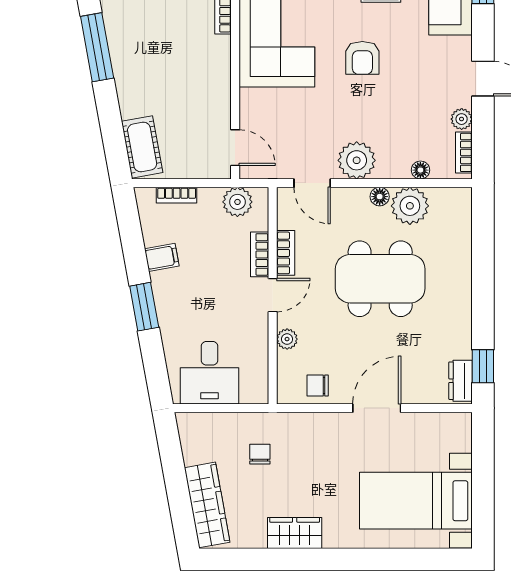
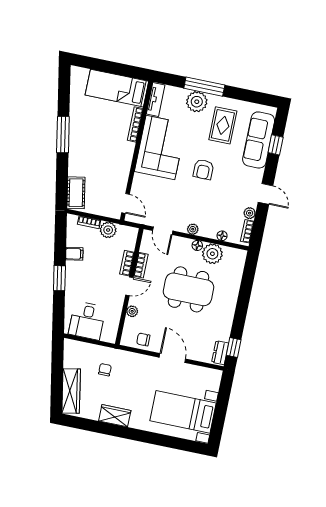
plant: (357, 160) -> (193, 229), width x0.53, depth x0.53
plant: (237, 202) -> (108, 230), moved
door: (377, 408) -> (172, 358), hinge flipped

